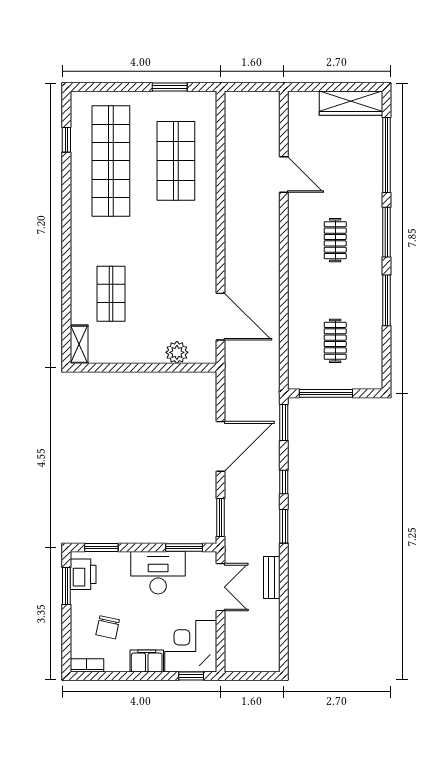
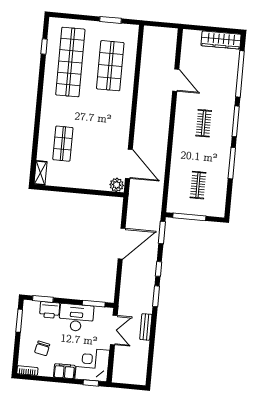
plant: (177, 352) -> (117, 185), moved
window: (221, 517) -> (118, 287), removed
printer: (83, 574) -> (50, 310), moved, turned 90

